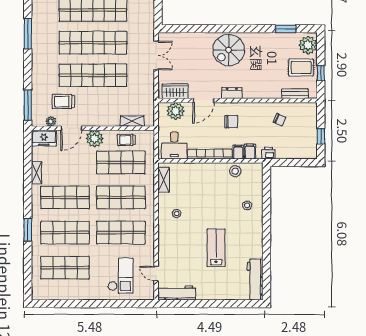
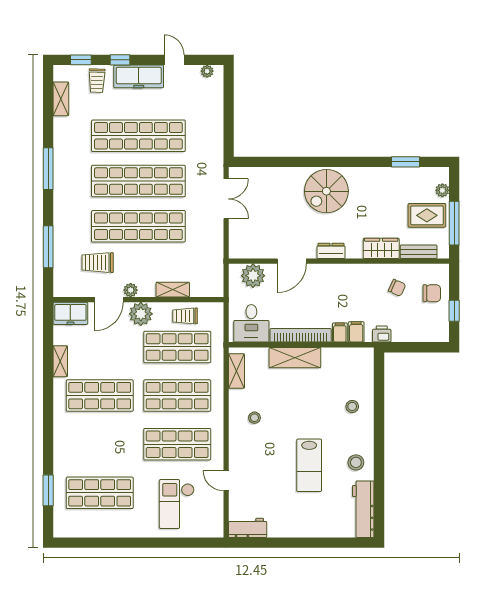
plant: (308, 45) -> (442, 190), width x0.53, depth x0.53
window: (321, 73) -> (454, 223), width x2.17
wardrobe: (175, 91) -> (381, 248), moved
window: (28, 105) -> (48, 247), moved
plant: (51, 121) -> (131, 290), moved
shelving: (132, 121) -> (173, 290), moved
chair: (231, 122) -> (432, 293), moved
shelving: (206, 170) -> (295, 358), added
stool: (235, 171) -> (356, 462), moved
window: (28, 230) -> (48, 490), moved
shop shelf: (65, 233) -> (100, 444), removed
lab bench: (216, 248) -> (309, 465), turned 180
door: (156, 274) -> (226, 481), moved
checkout: (120, 276) -> (177, 504), turned 180
workbench: (177, 293) -> (248, 528), width x0.73

